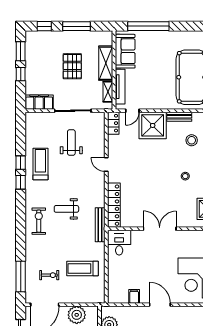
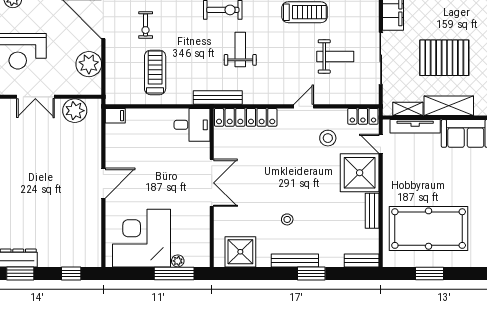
pallet: (72, 66) -> (444, 58), width x1.37, depth x1.41
stool: (192, 140) -> (328, 138), moved
filing cabinet: (134, 296) -> (115, 116), moved

